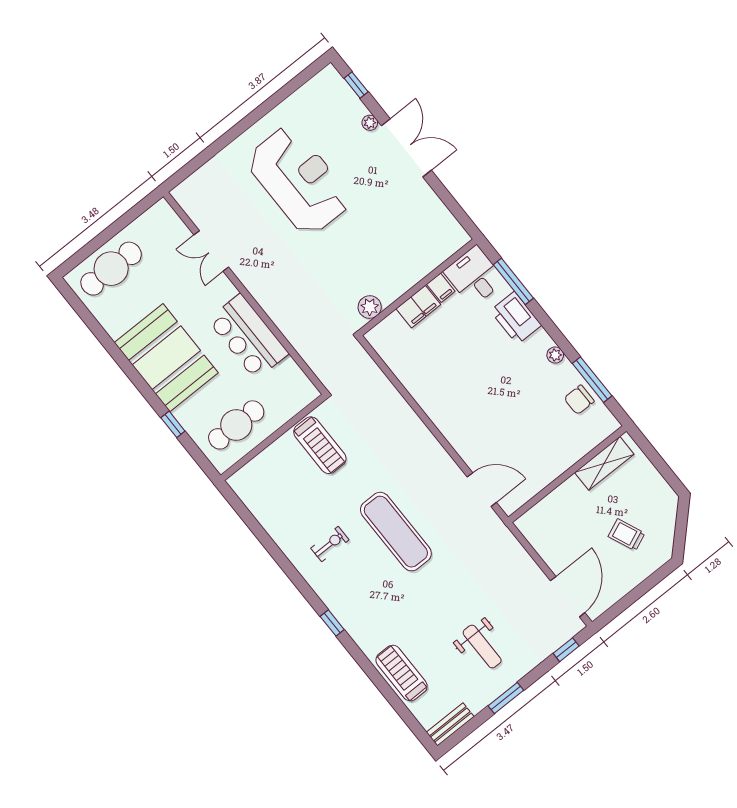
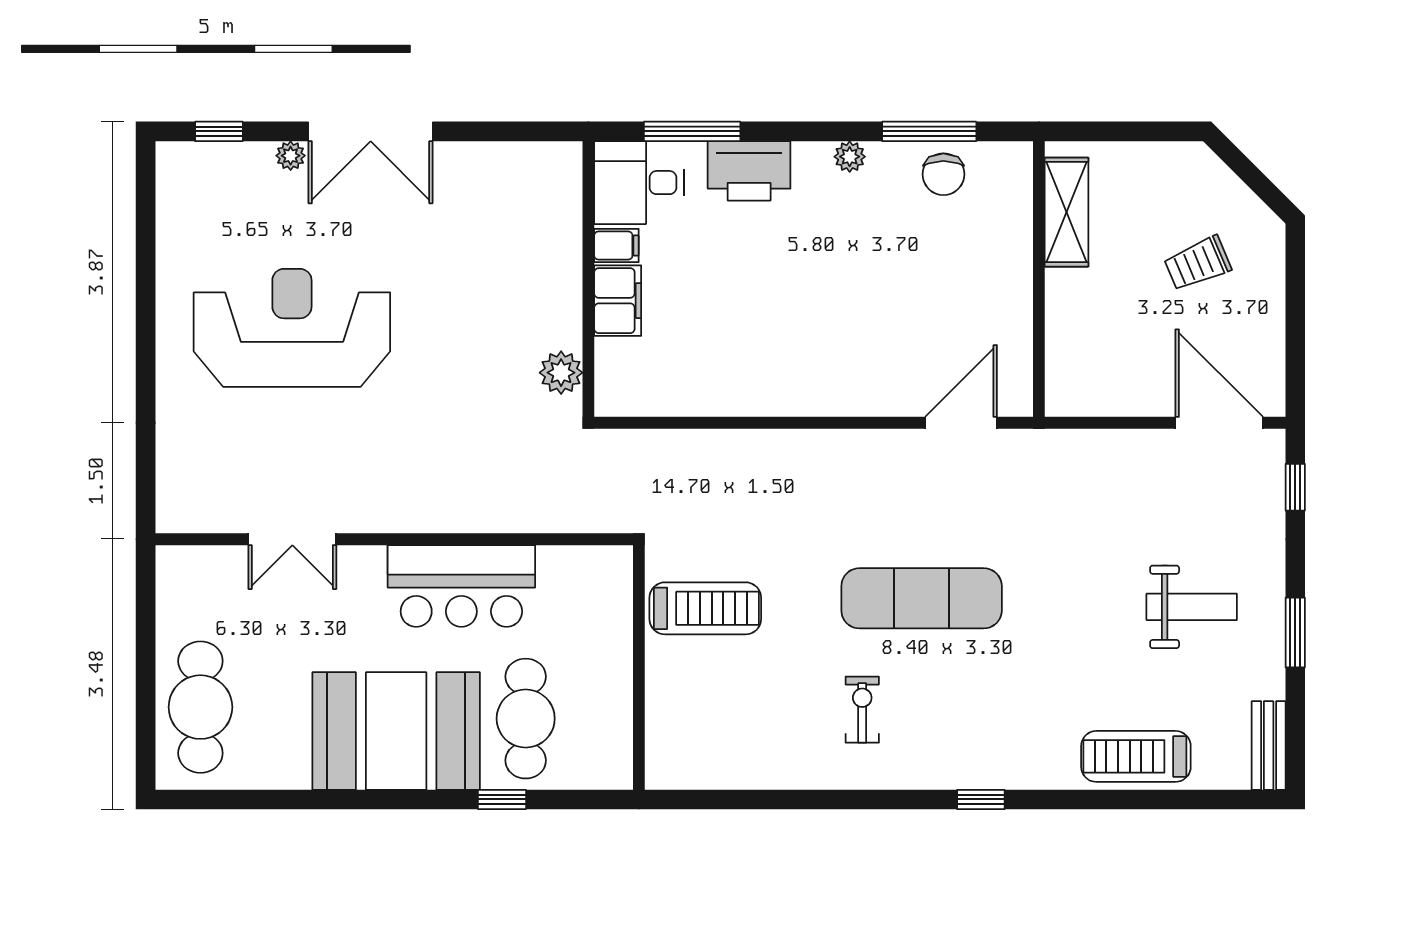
double door: (406, 148) -> (371, 131), swing flipped
cafe table: (236, 425) -> (526, 719), moved

